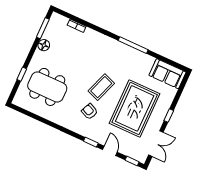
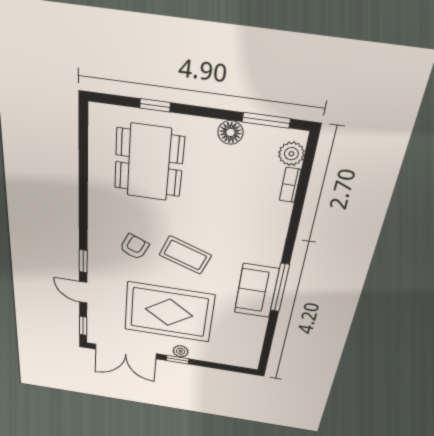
plant: (62, 21) -> (291, 154), added
sofa: (168, 74) -> (257, 291), moved
plant: (163, 112) -> (181, 351), added
double door: (156, 144) -> (126, 351), width x1.37
door: (110, 151) -> (83, 292), swing flipped

